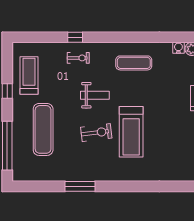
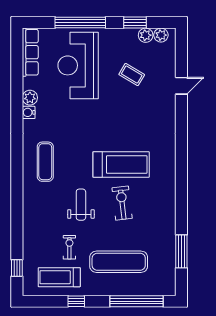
window: (75, 37) -> (17, 268), moved
exercise bike: (78, 58) -> (69, 247), moved
window: (80, 186) -> (181, 251), moved

